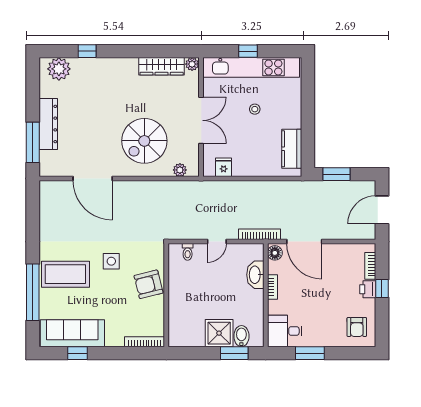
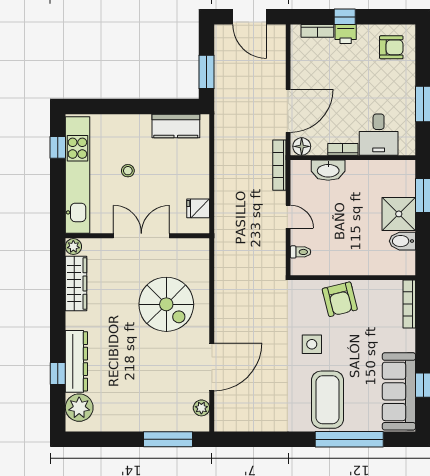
window: (248, 51) -> (58, 147), moved
dresser: (48, 124) -> (76, 361), moved, turned 90
plant: (180, 170) -> (201, 408), moved
desk: (285, 331) -> (379, 135), moved
bidet: (241, 336) -> (402, 241), moved

